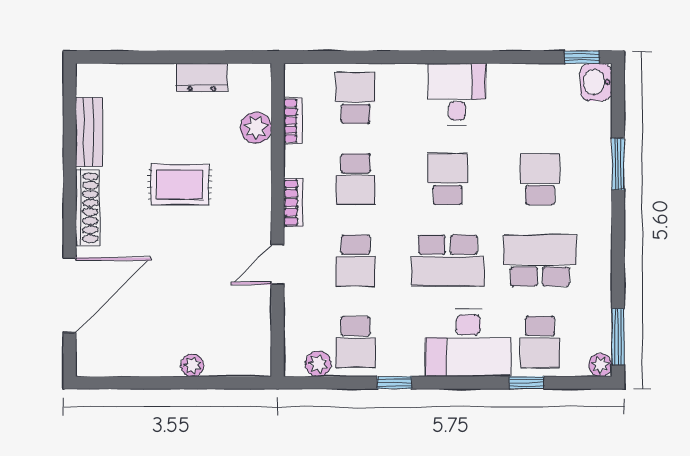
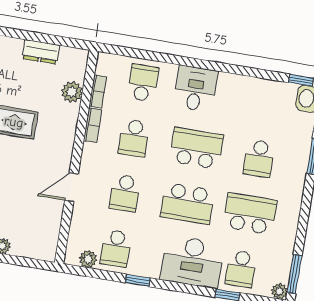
desk: (457, 94) -> (195, 89), moved
school desk: (448, 179) -> (196, 148), width x1.85
school desk: (540, 179) -> (259, 158), turned 180
bookcase: (293, 203) -> (93, 125), moved

